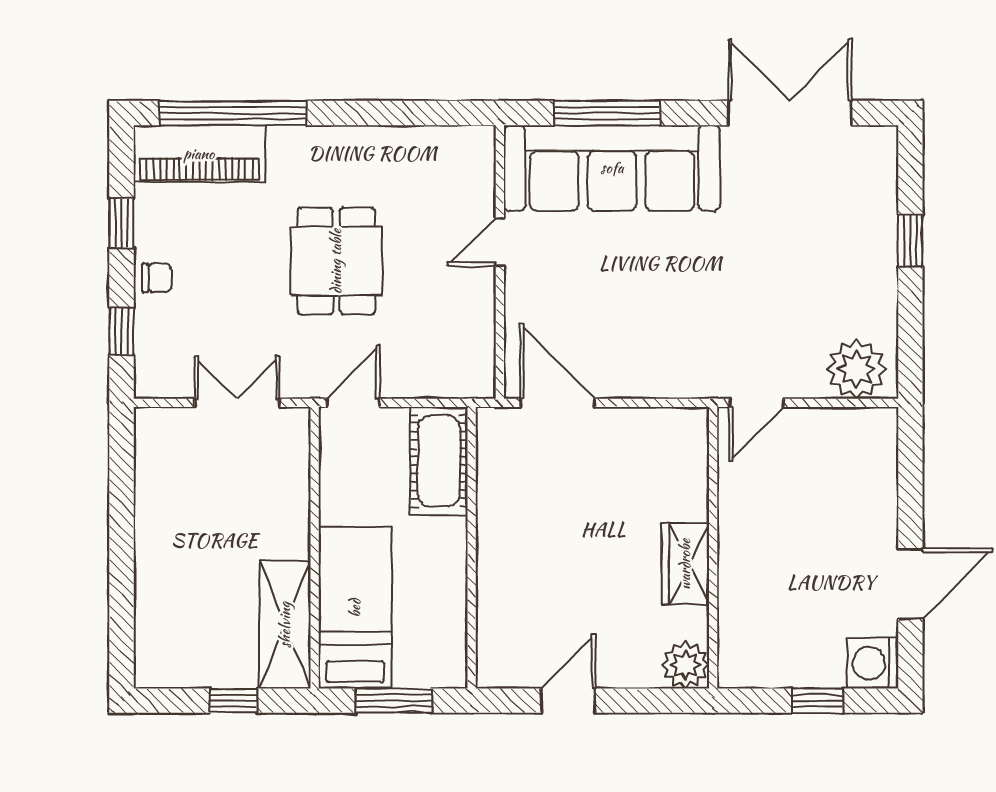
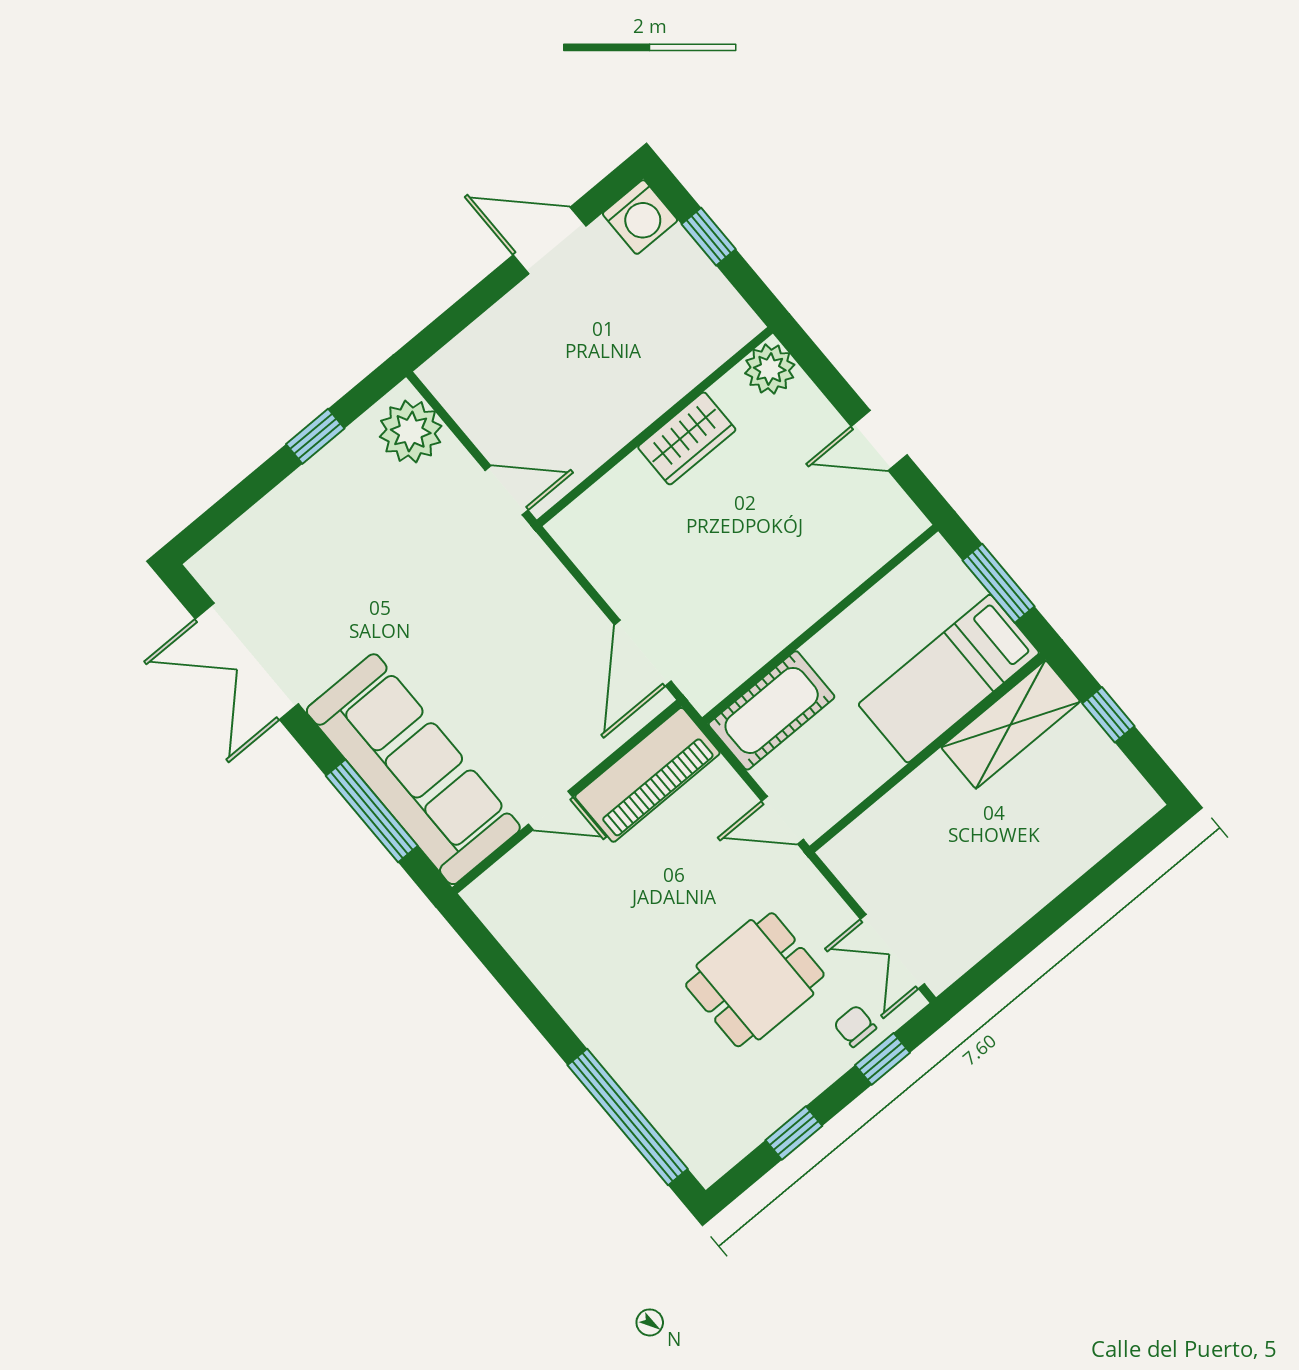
piano: (199, 154) -> (647, 775), moved, turned 90
window: (910, 241) -> (315, 436), moved
dining table: (336, 261) -> (755, 980), moved
chair: (157, 278) -> (855, 1026), moved
double door: (237, 403) -> (892, 952), moved

